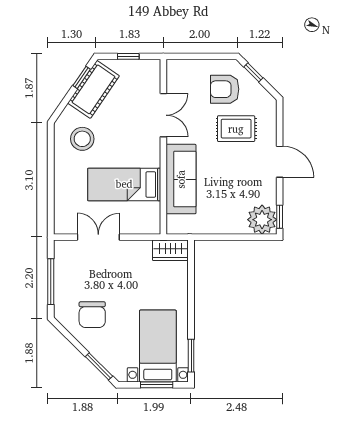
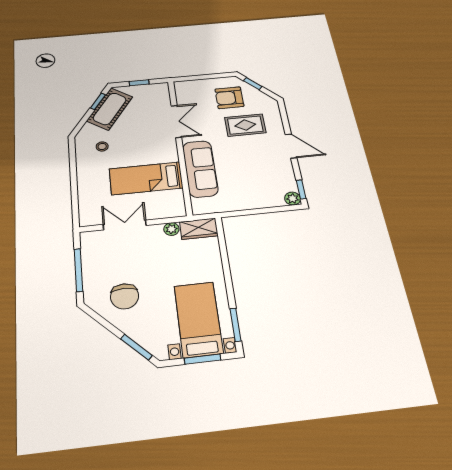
stool: (82, 139) -> (102, 146), width x0.53, depth x0.53
plant: (262, 220) -> (293, 199), width x0.53, depth x0.53
plant: (144, 247) -> (171, 229), added

